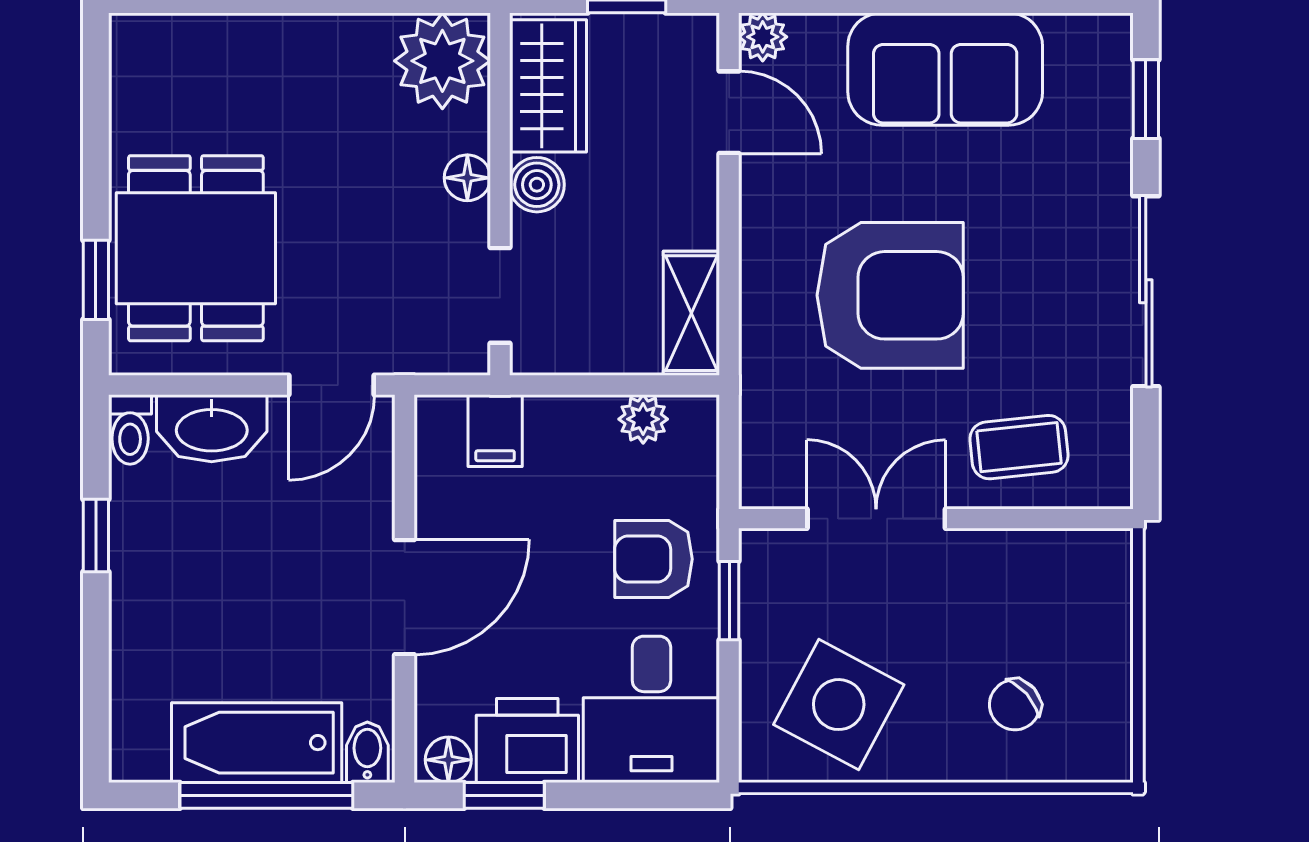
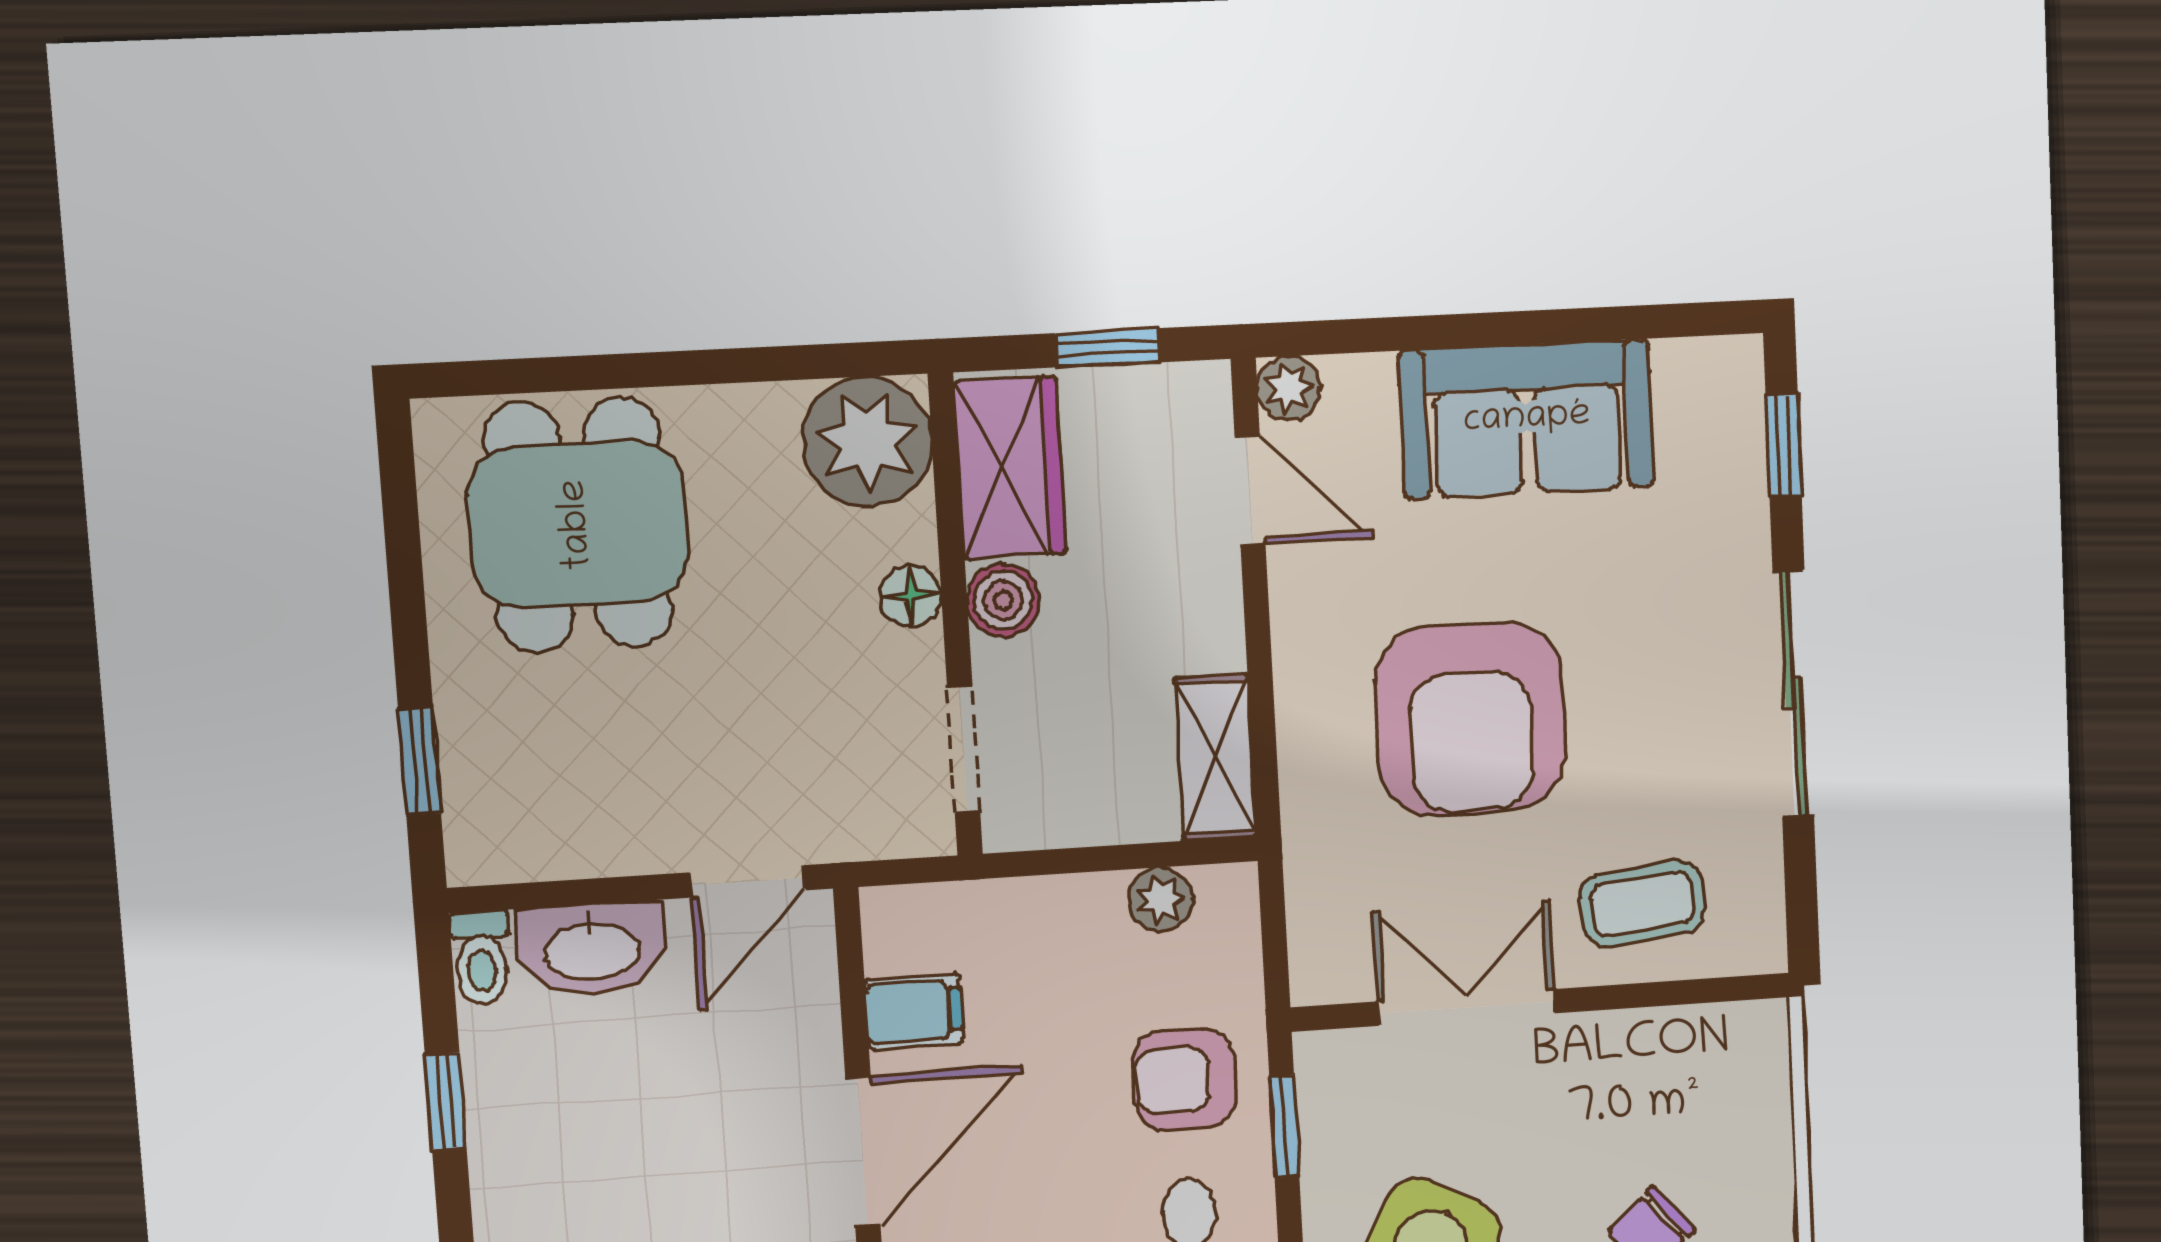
dining table: (196, 248) -> (578, 525), moved
armchair: (890, 295) -> (1470, 719), turned 90
filing cabinet: (495, 431) -> (914, 1012), moved, turned -90

